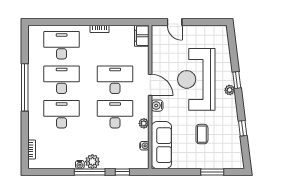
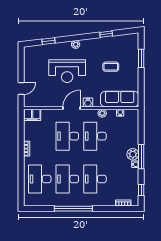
reception desk: (196, 79) -> (67, 71), width x0.74, depth x0.77
window: (237, 80) -> (48, 41), moved
window: (122, 172) -> (141, 190), moved

